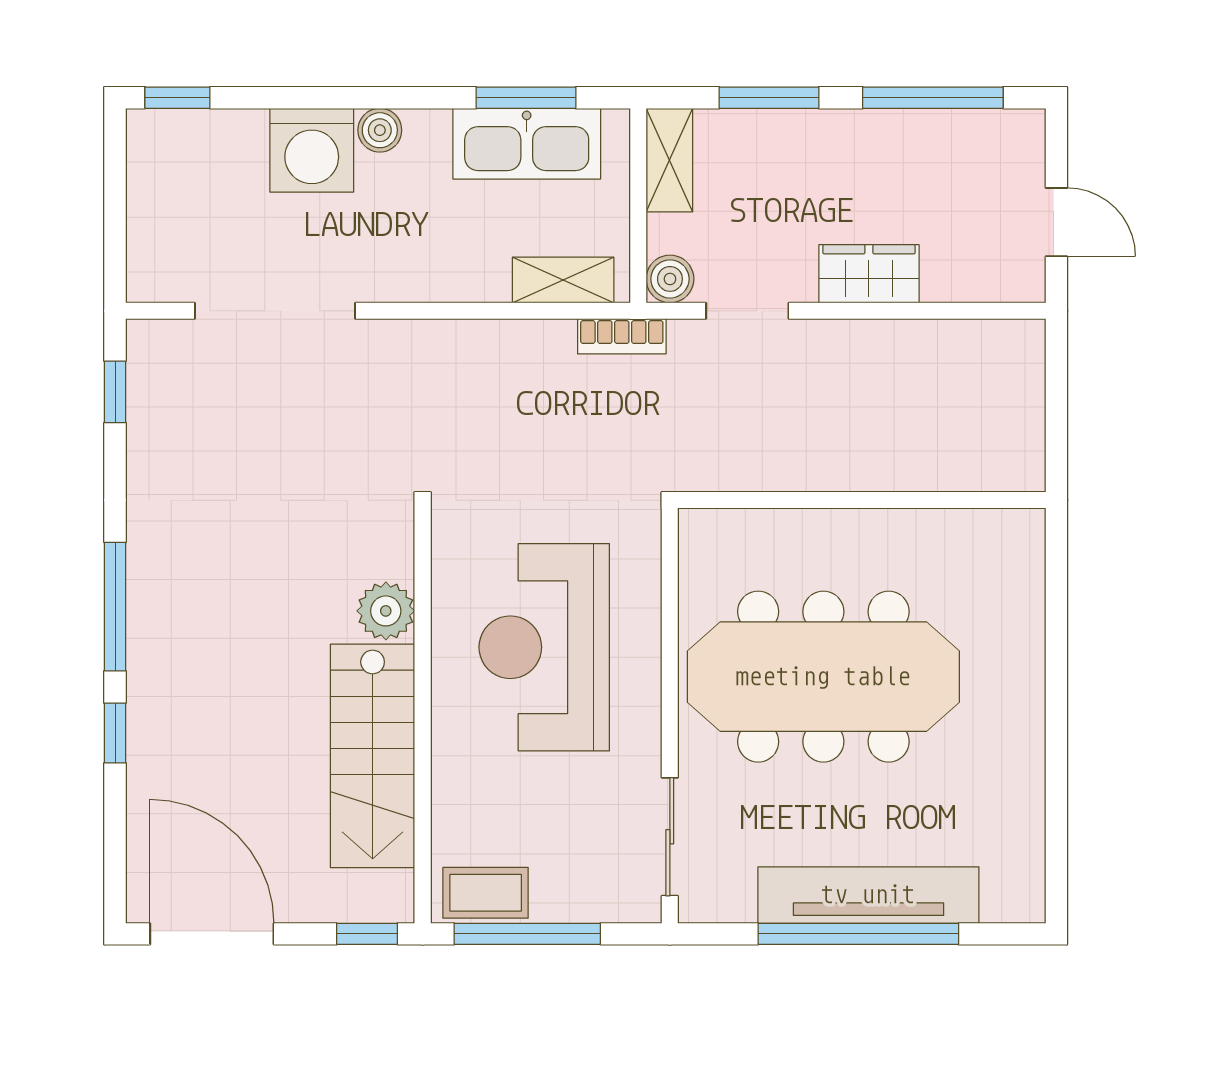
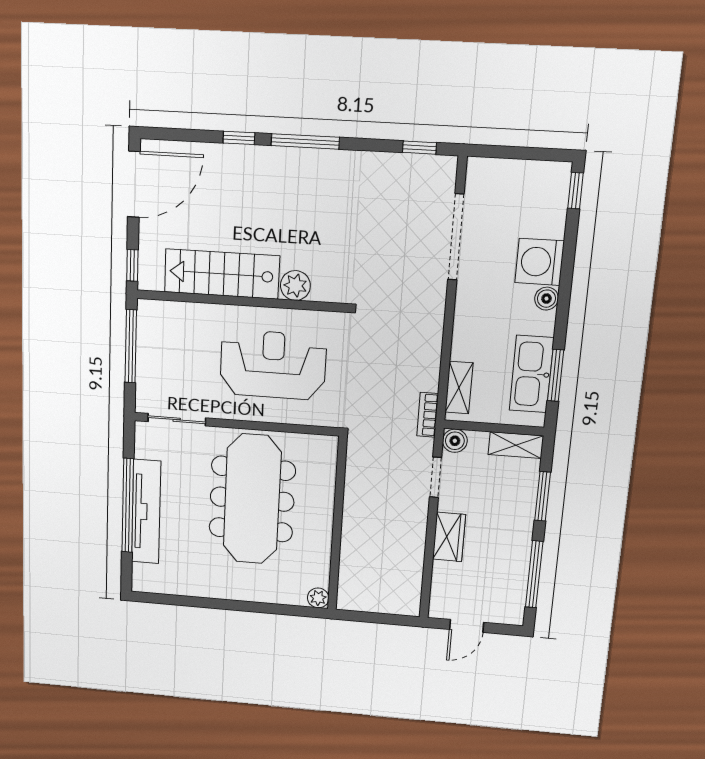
plant: (1024, 530) -> (318, 598), added
coffee table: (486, 893) -> (152, 327), removed

